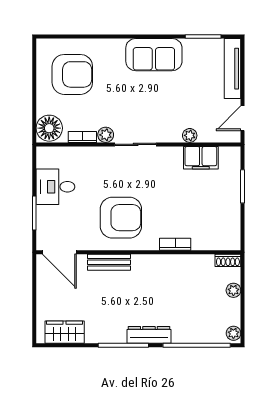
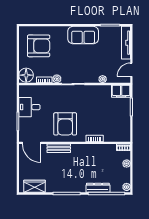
filing cabinet: (201, 158) -> (121, 91), moved
armchair: (121, 218) -> (65, 124), turned 90
dresser: (149, 335) -> (98, 188), moved

